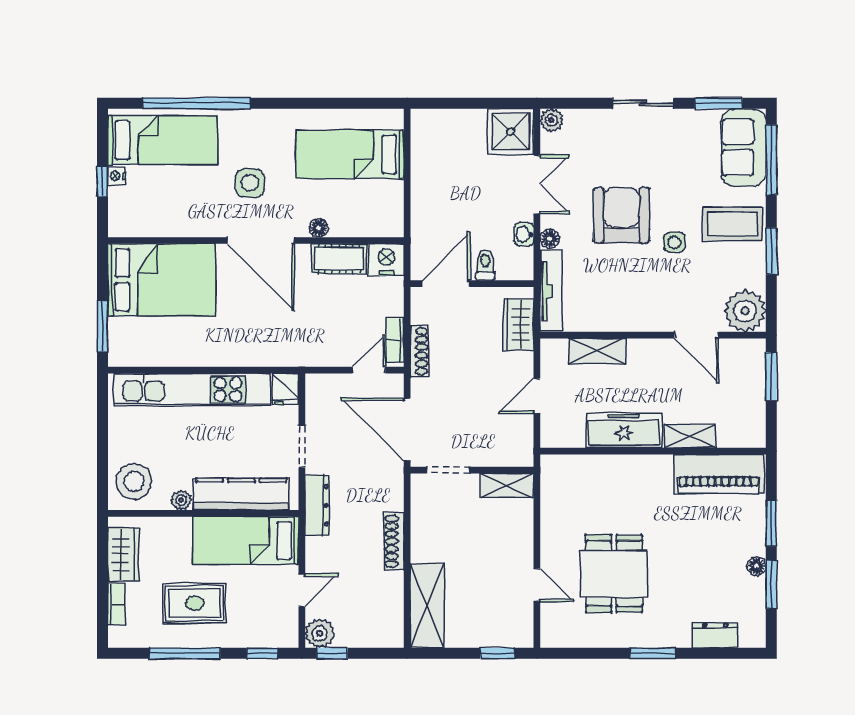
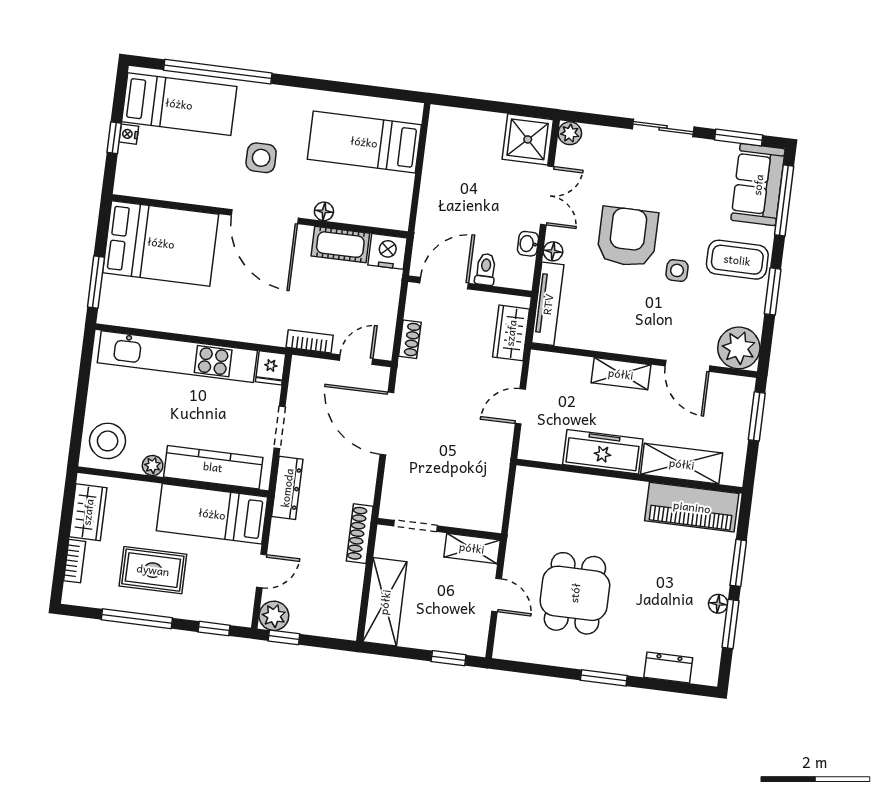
bookcase: (395, 340) -> (310, 341), moved, turned 90
shoe rack: (419, 351) -> (410, 339), width x0.70
shelving: (597, 351) -> (621, 374), moved
shelving: (690, 436) -> (682, 464), width x1.50, depth x1.33
doorway: (448, 470) -> (415, 526), moved
wall: (472, 470) -> (439, 529), moved
shelving: (507, 485) -> (472, 548), moved

